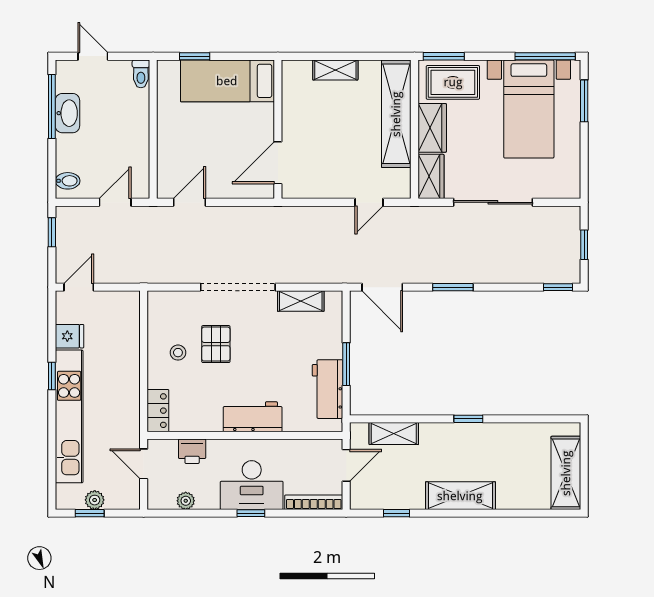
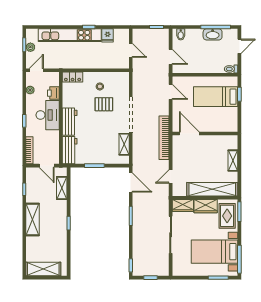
bed: (227, 81) -> (216, 97), moved, turned -90
door: (369, 202) -> (171, 176), hinge flipped
bookcase: (287, 216) -> (164, 138), added
door: (79, 287) -> (131, 50), moved
door: (382, 287) -> (131, 183), swing flipped
workbench: (327, 389) -> (70, 150), moved, turned 90
door: (144, 464) -> (36, 70), moved
desk: (252, 485) -> (48, 115), moved, turned 180

